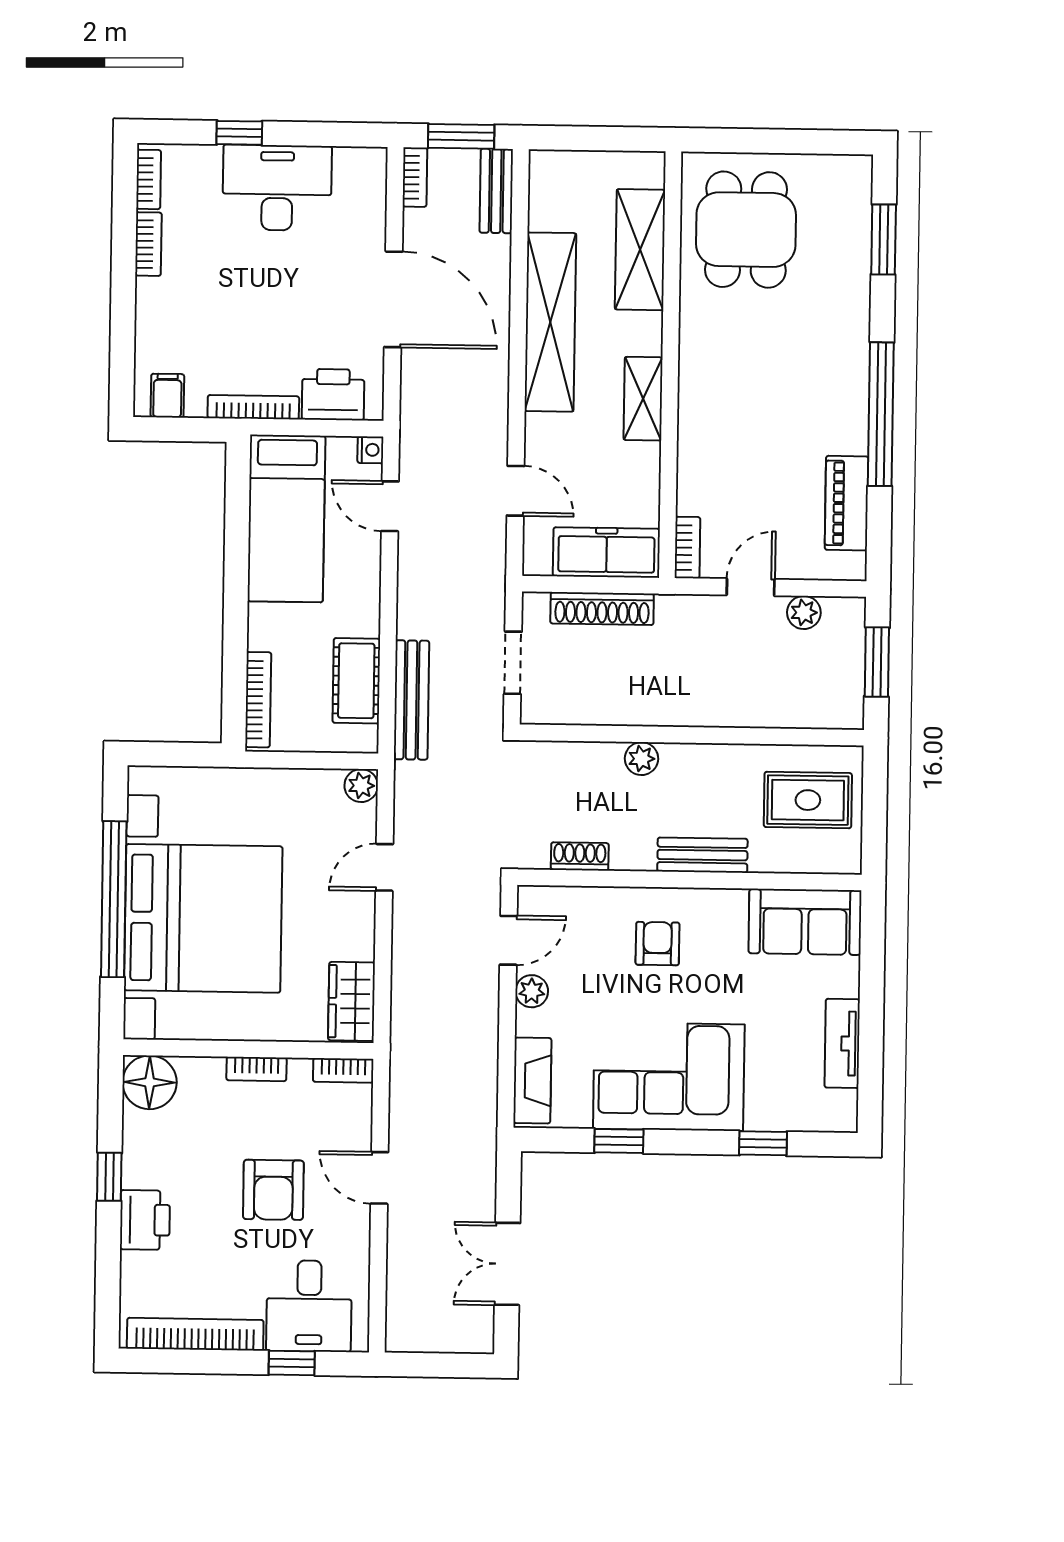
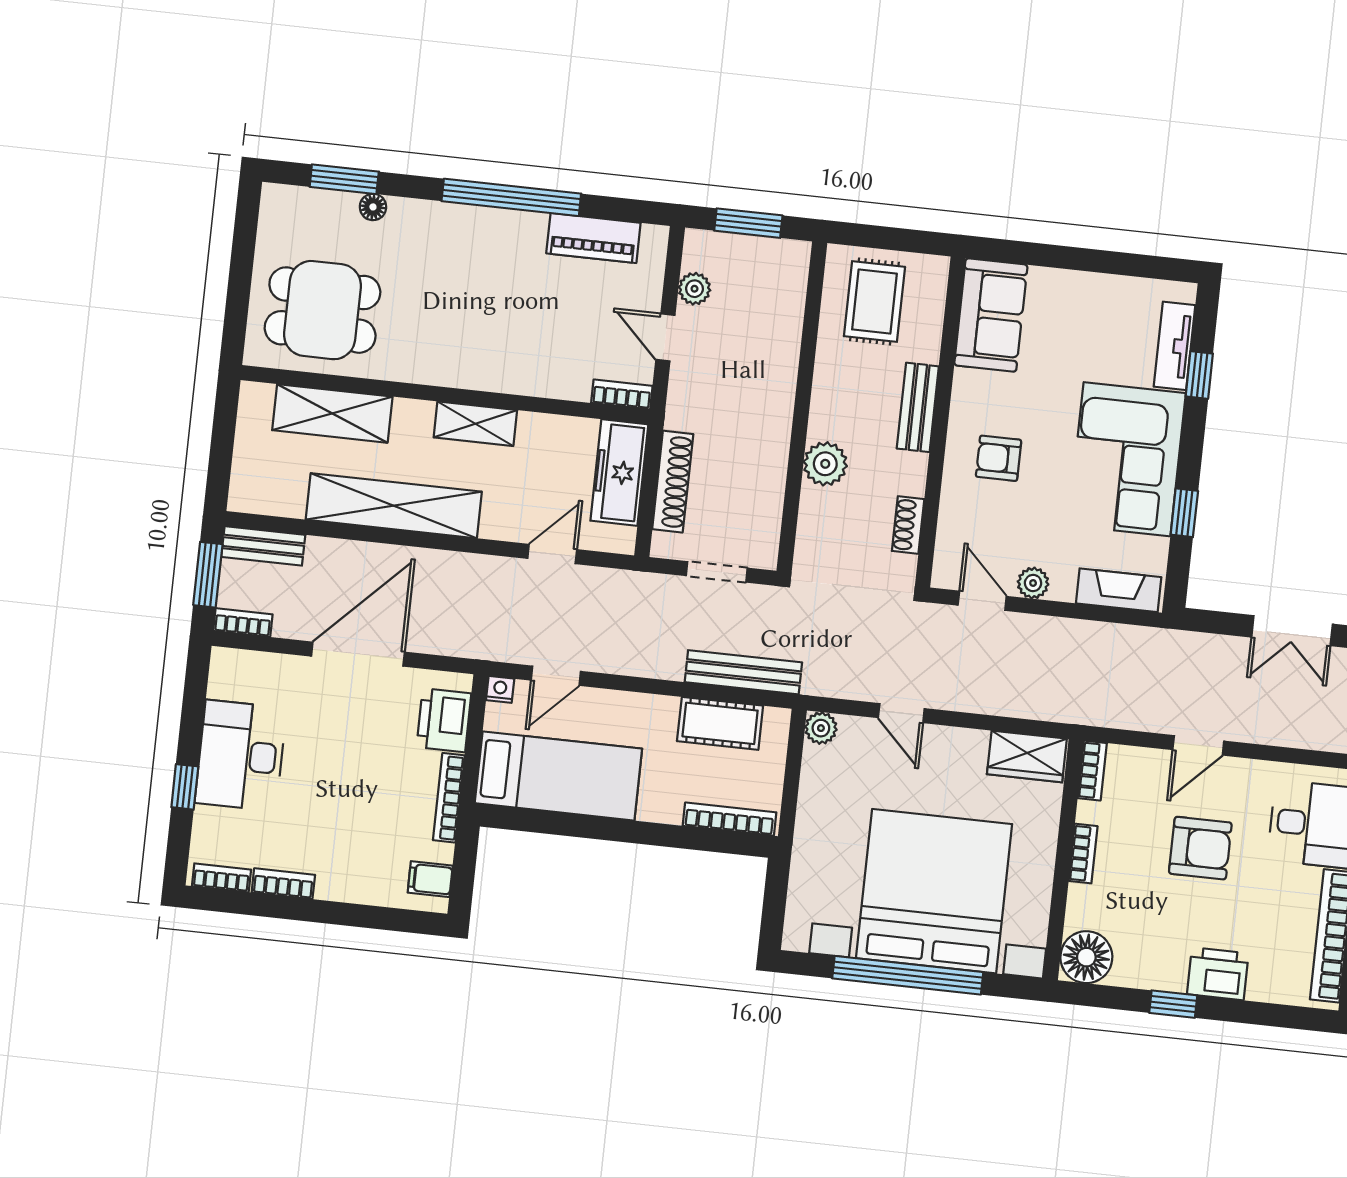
floor lamp: (858, 272) -> (373, 207), added
plant: (641, 759) -> (825, 464), width x1.38, depth x1.38
tv unit: (842, 1043) -> (1175, 346), moved, turned 90

